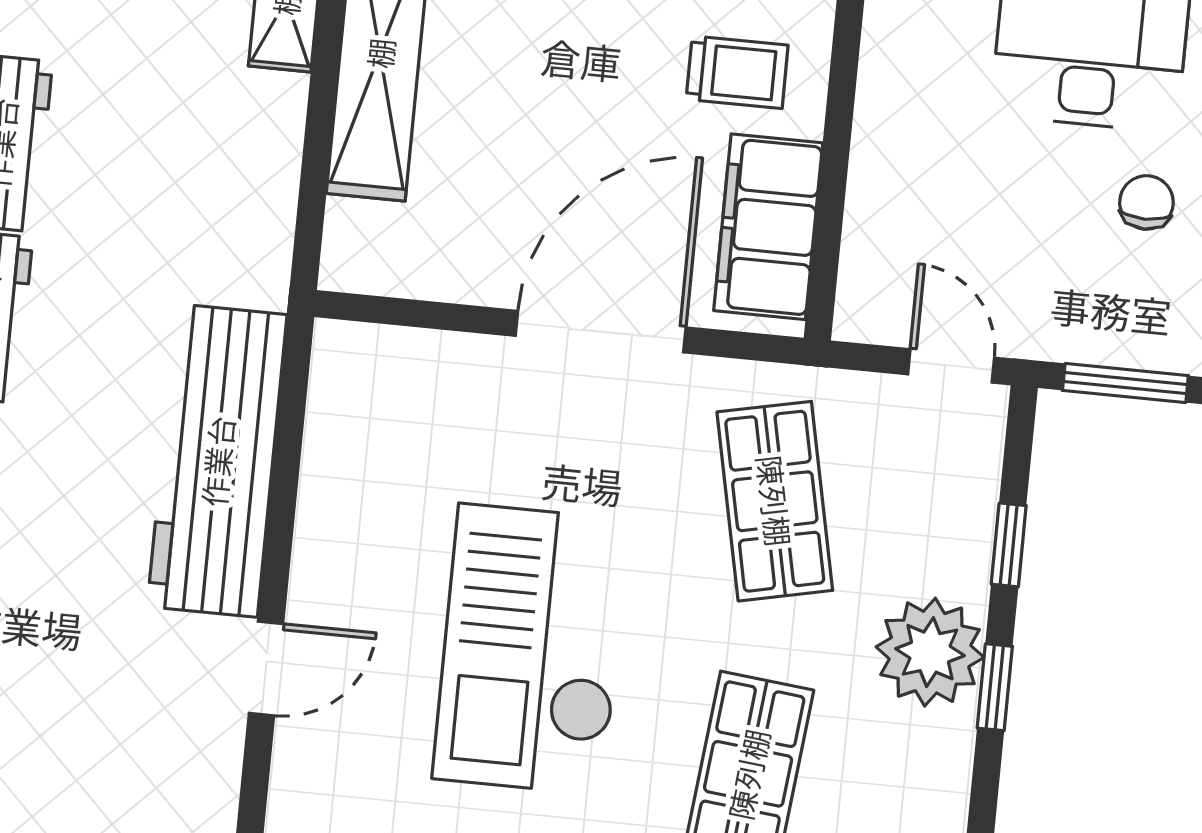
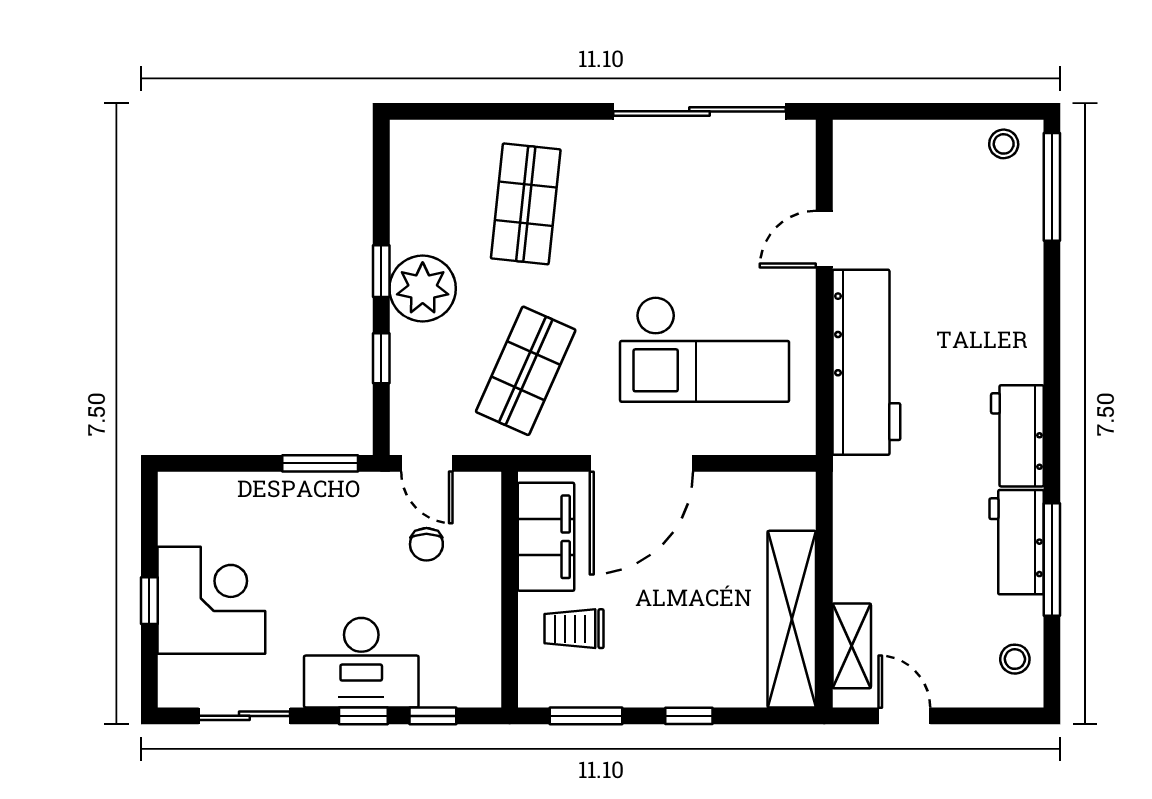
chair: (1146, 202) -> (426, 544), moved
shop shelf: (775, 501) -> (526, 371), turned 36
checkout: (531, 649) -> (705, 349), moved, turned 90

